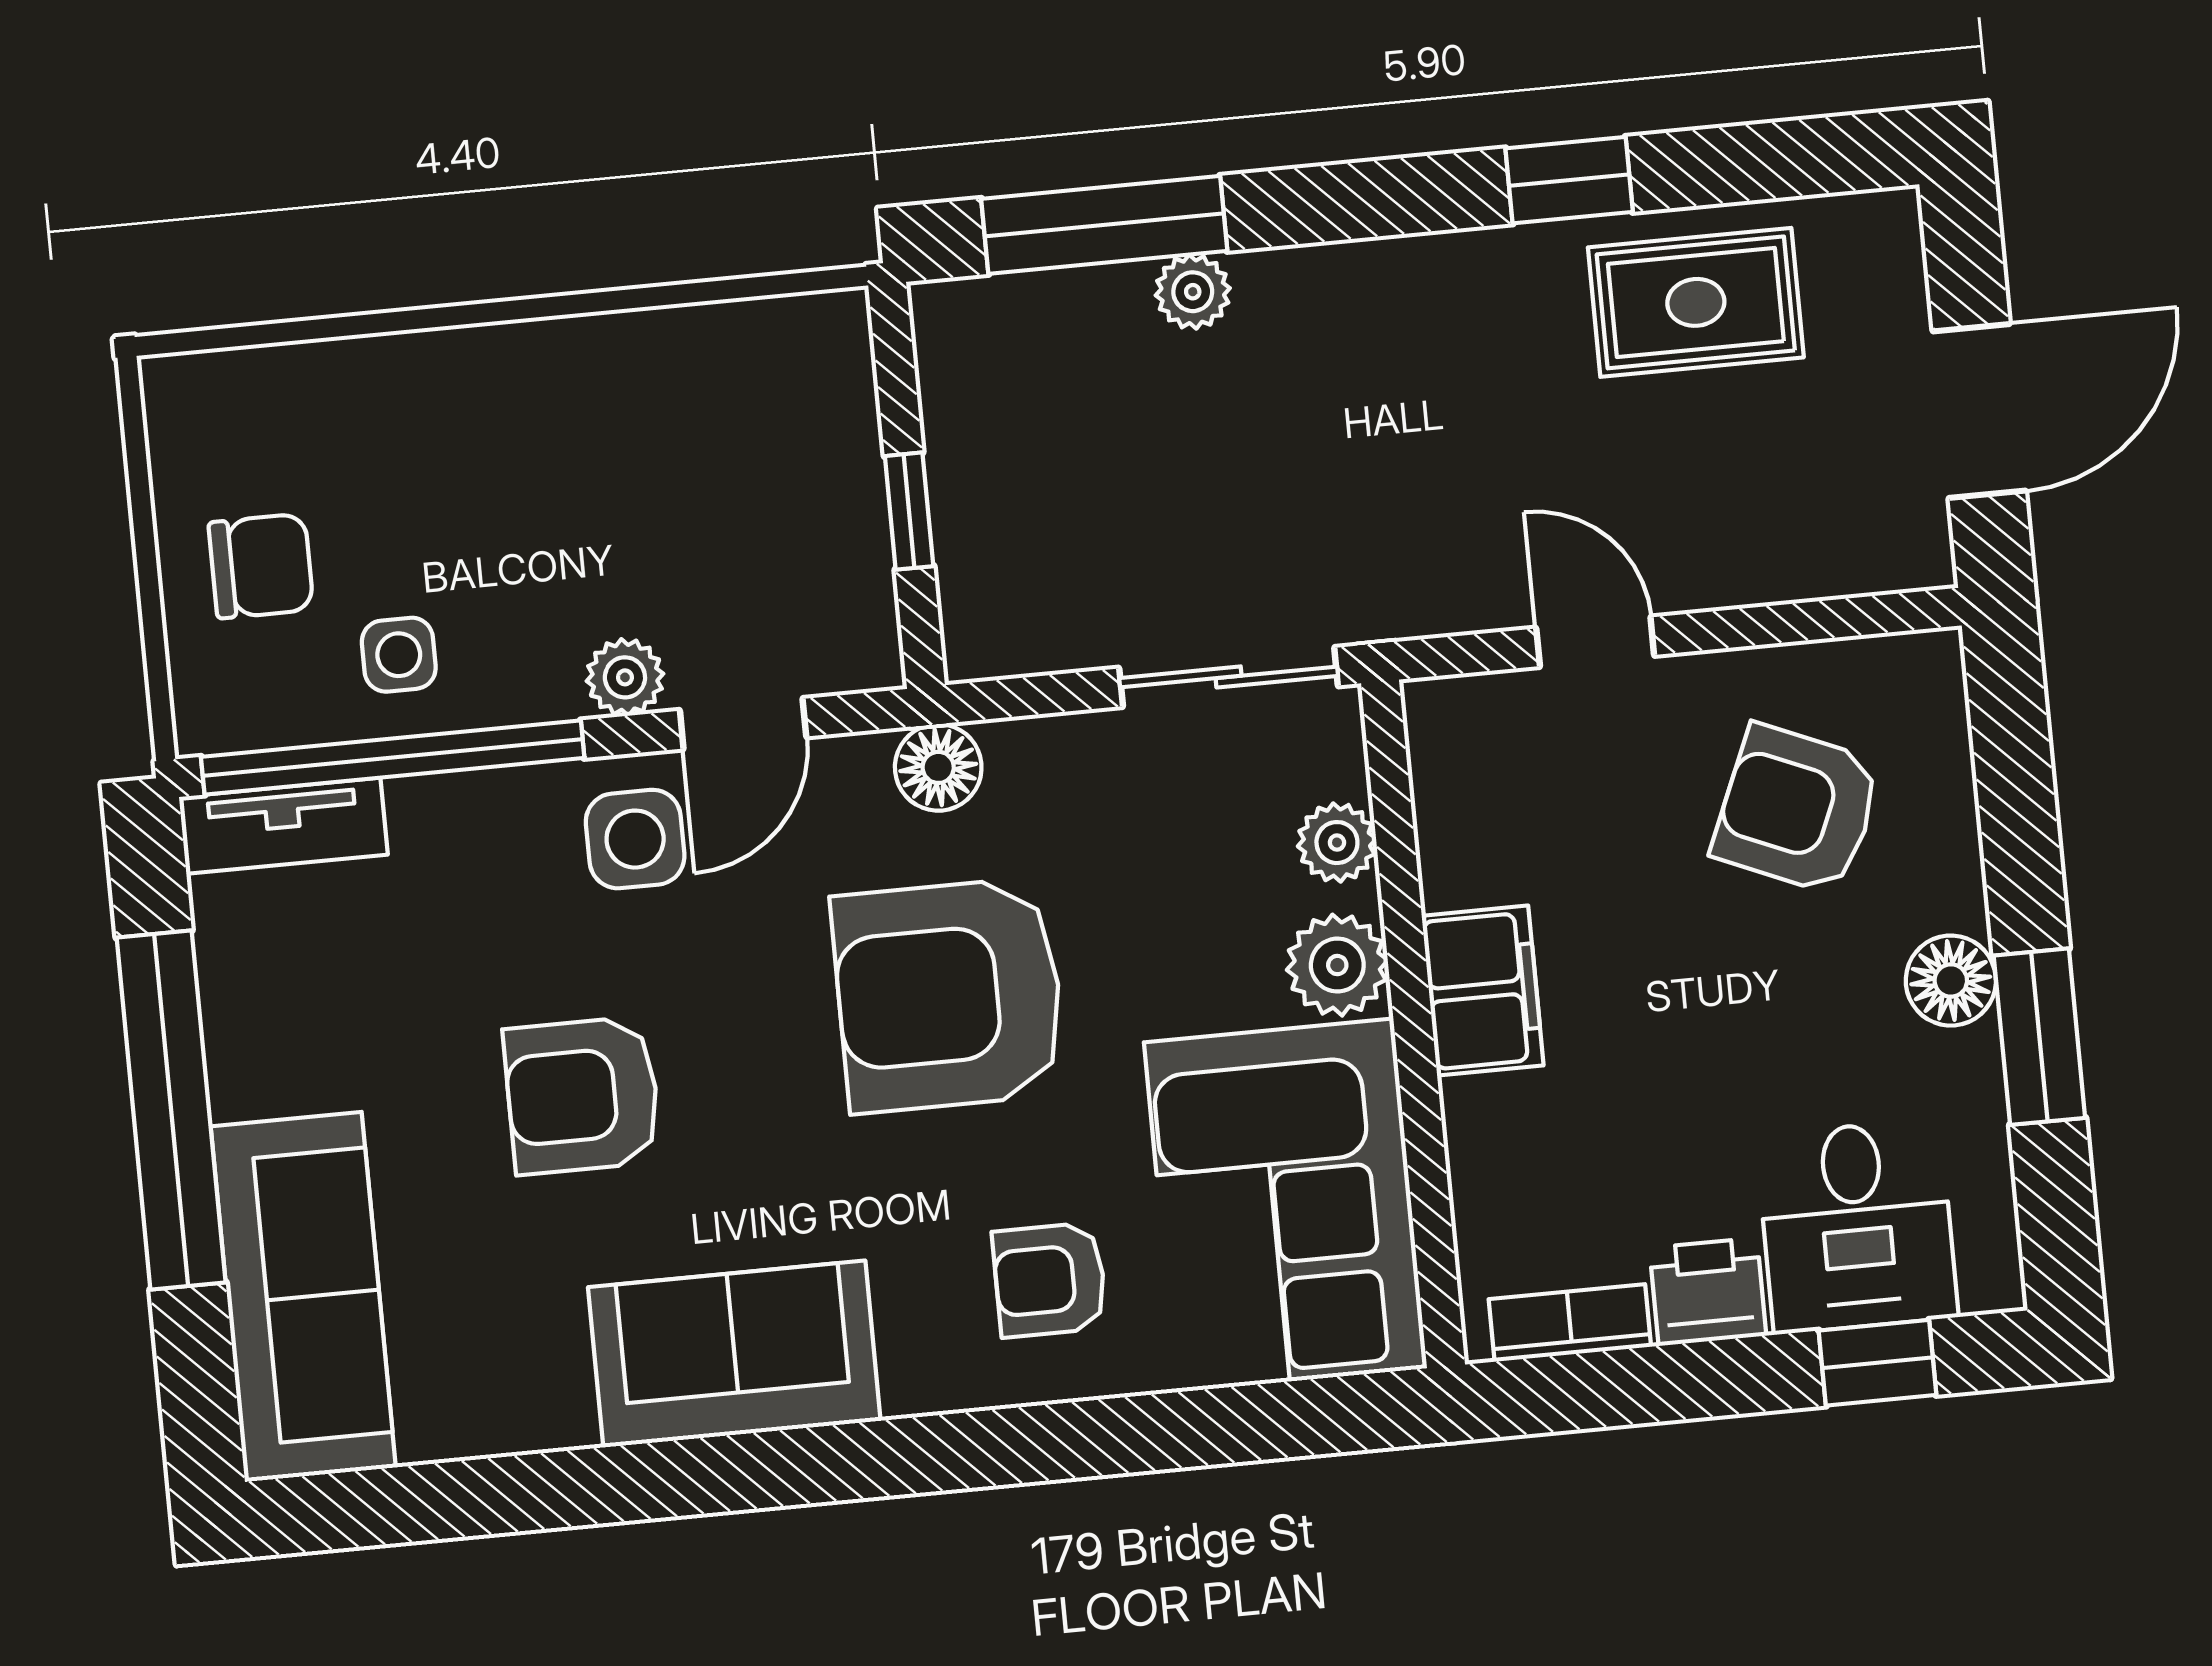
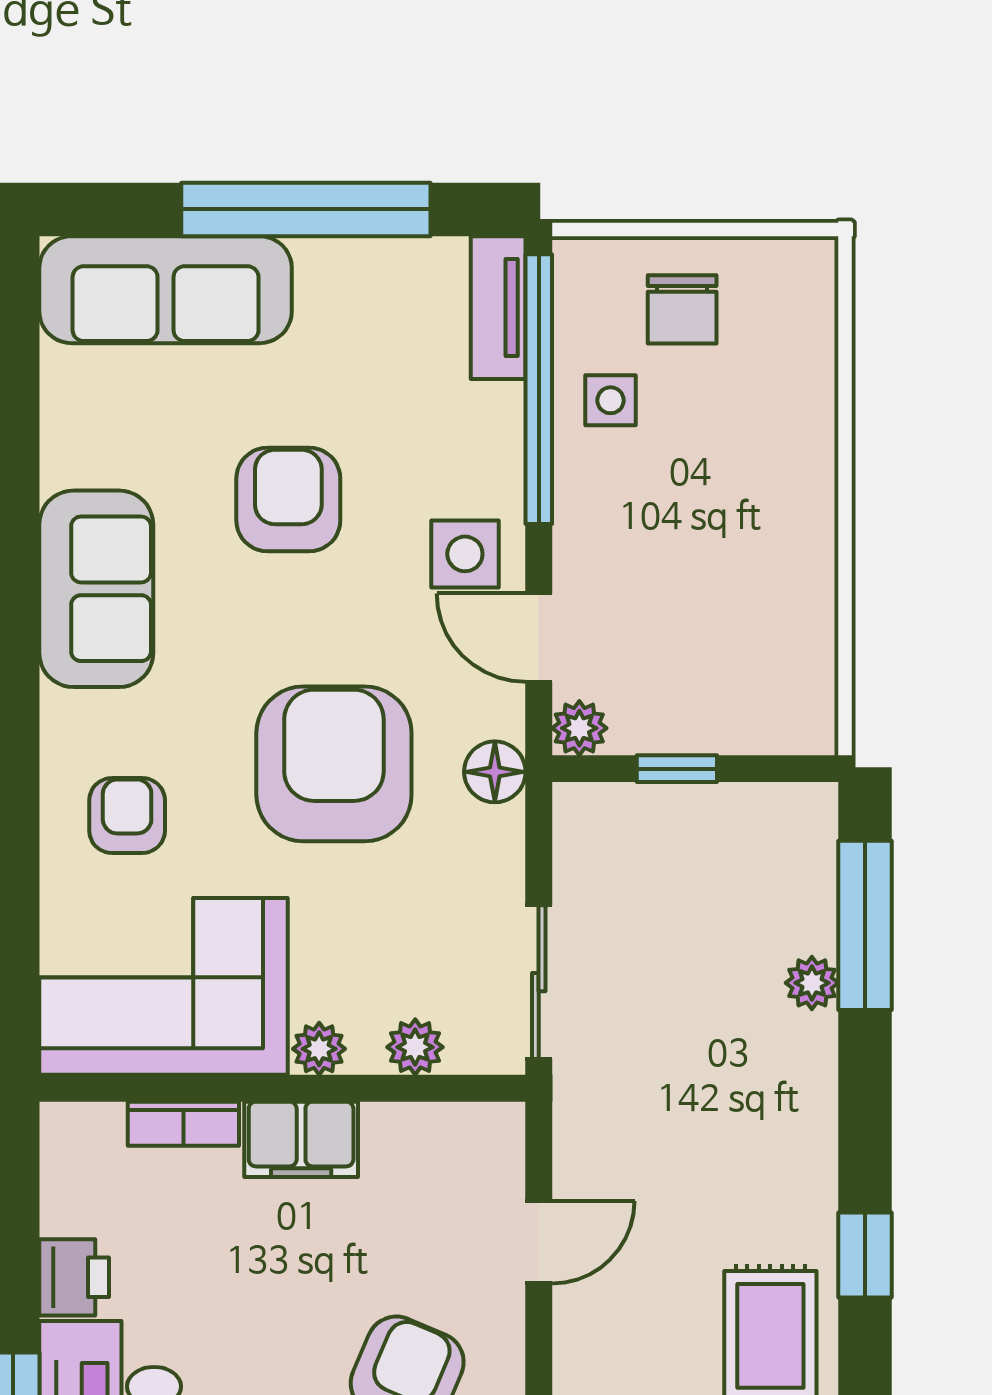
plant: (625, 677) -> (579, 728), moved
plant: (1337, 965) -> (319, 1049), width x0.73, depth x0.73
bookcase: (1570, 1323) -> (183, 1124), moved, turned 90

